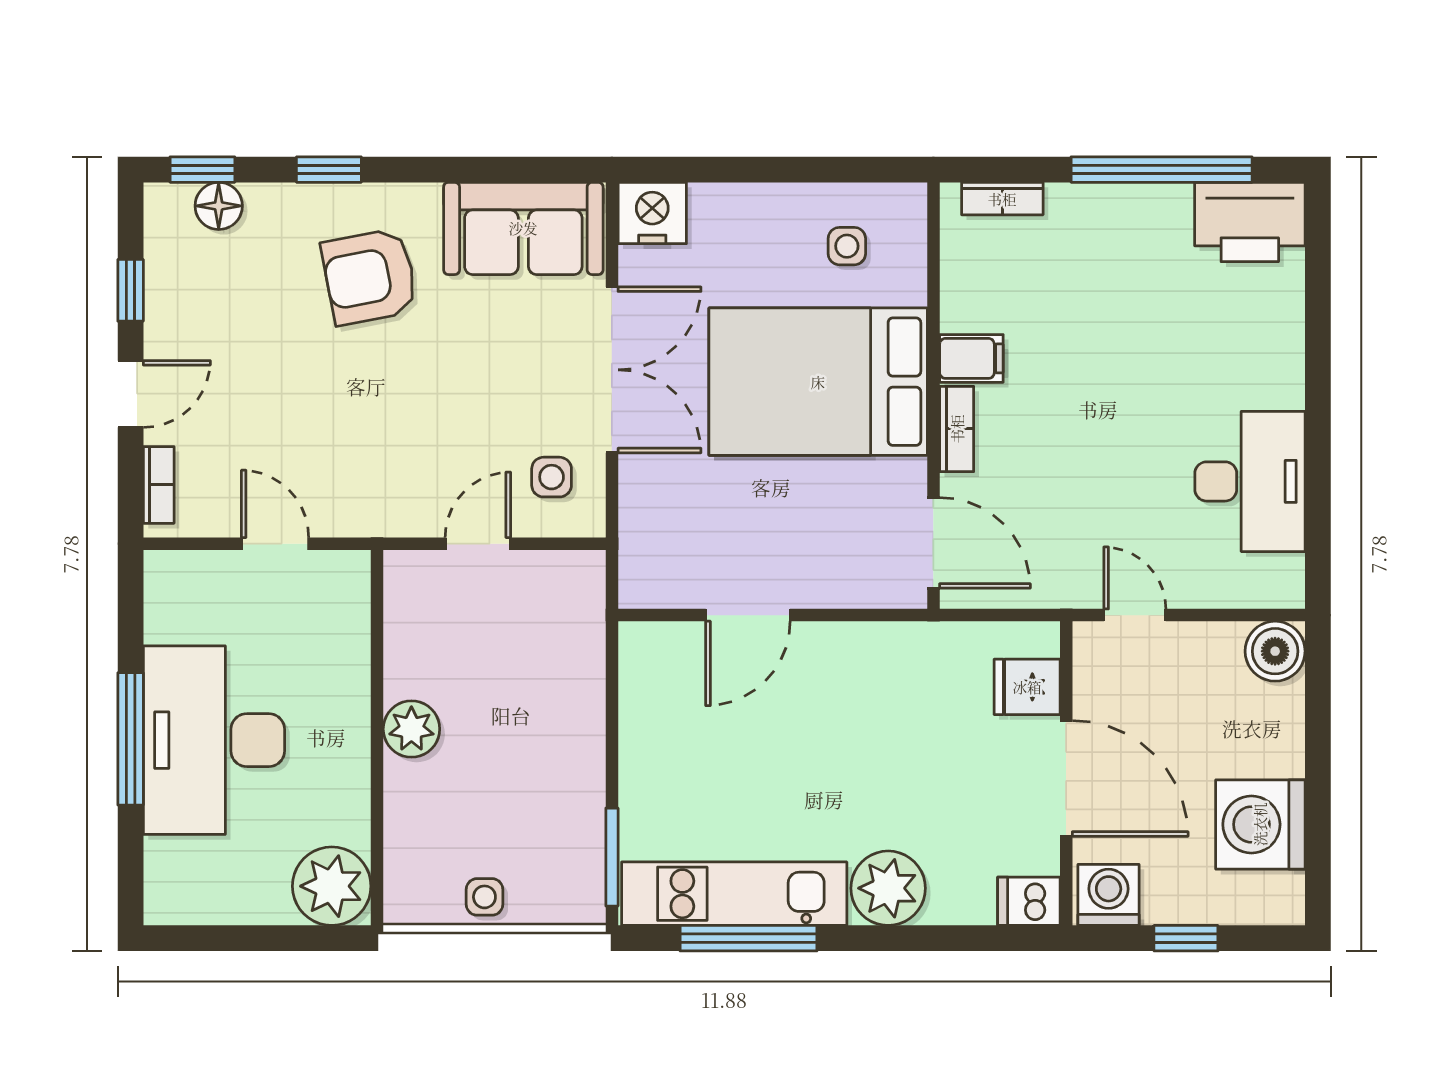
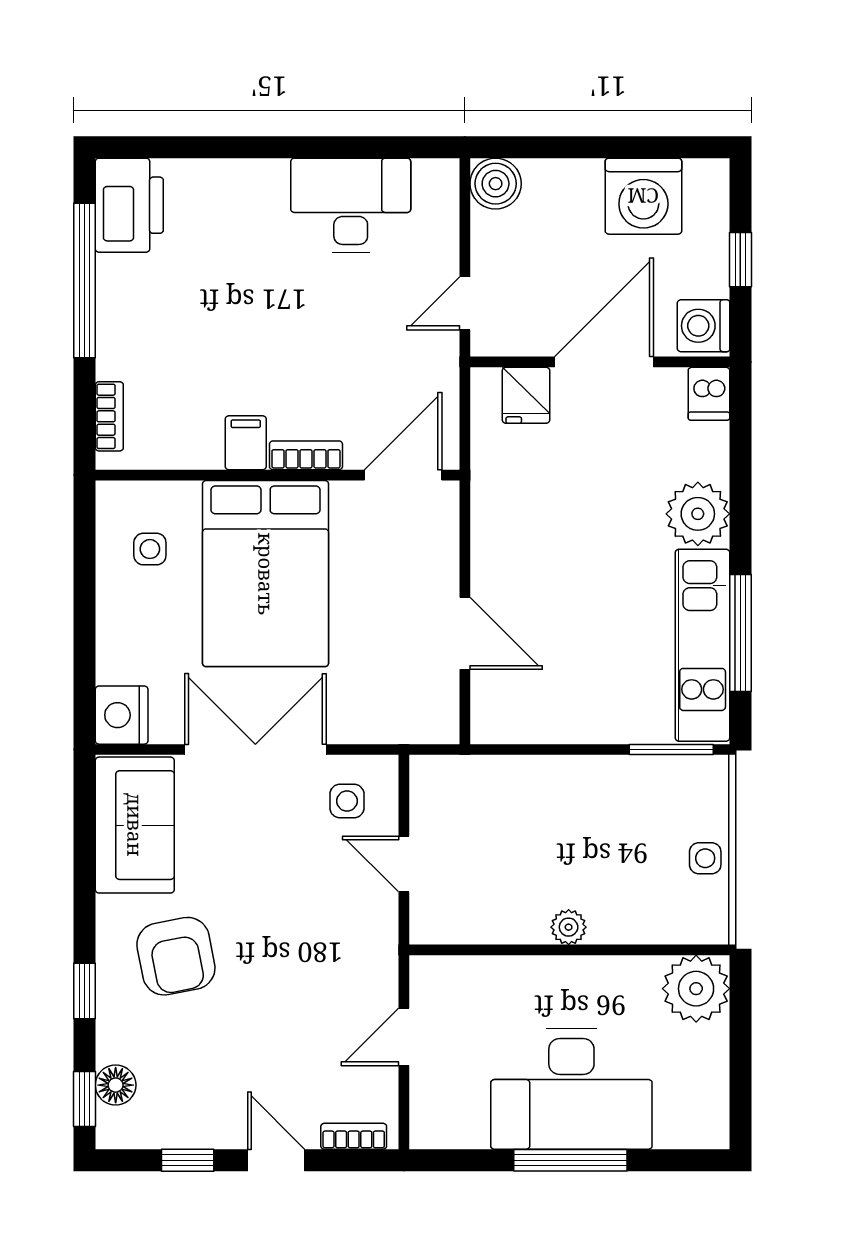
plant: (411, 729) -> (569, 927), width x0.73, depth x0.73

